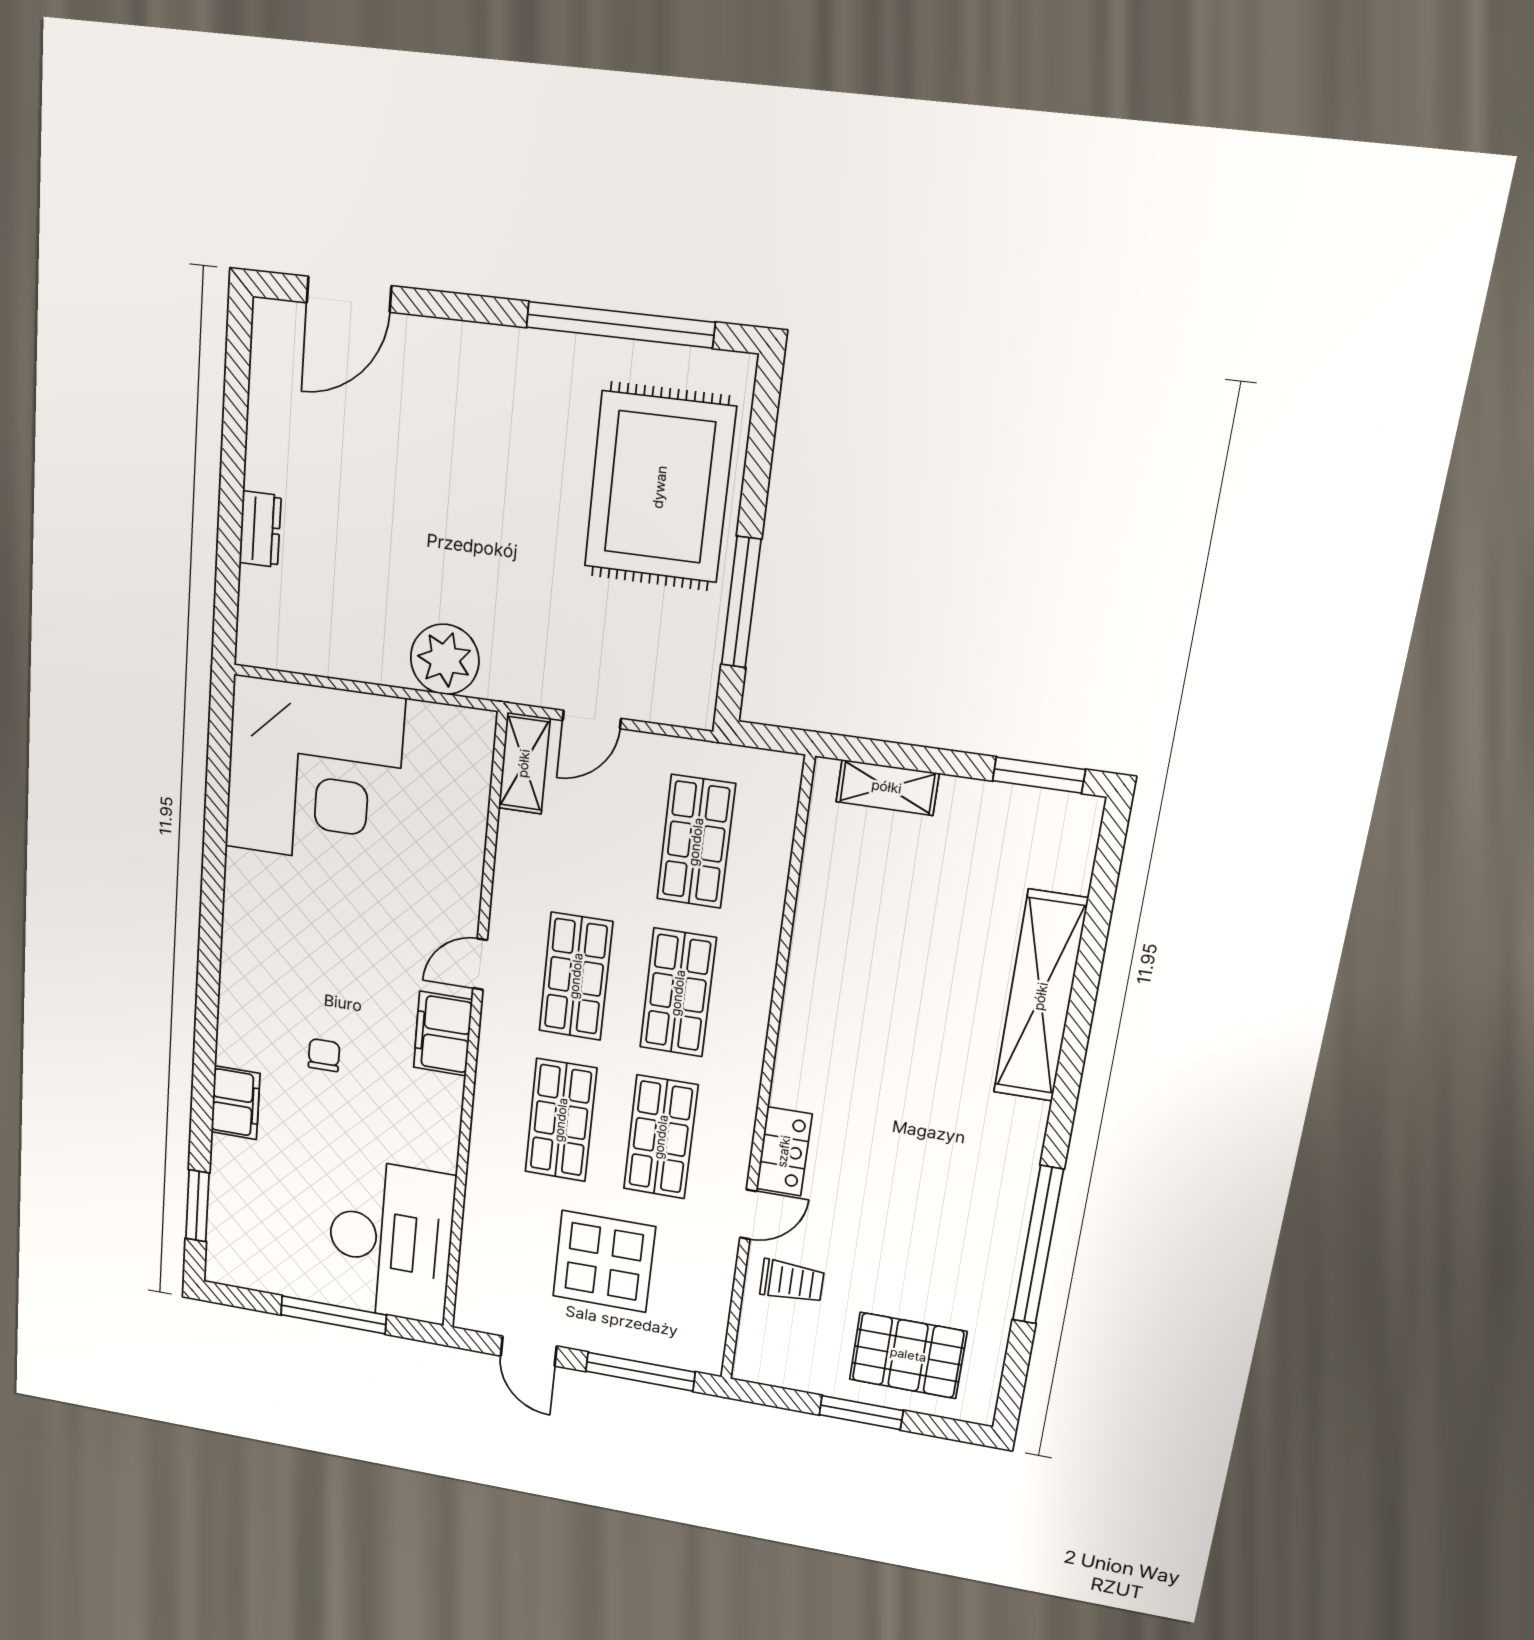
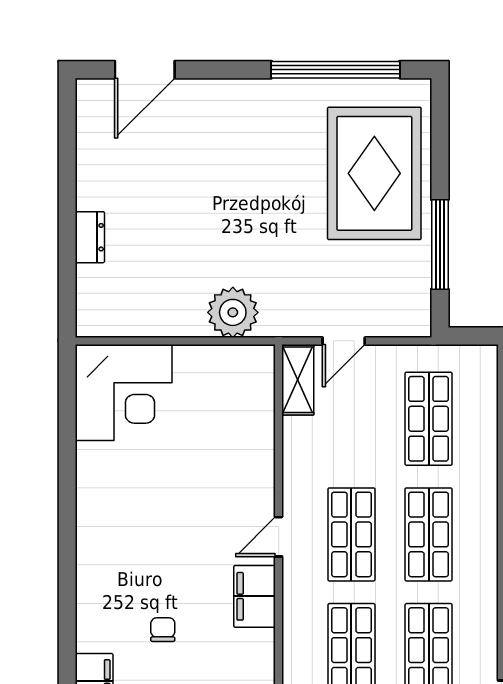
corner desk: (314, 773) -> (124, 392), width x0.74, depth x0.74

